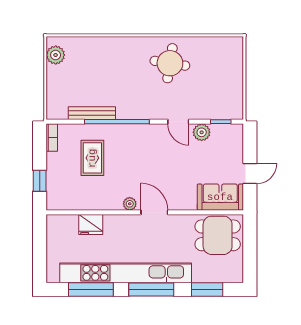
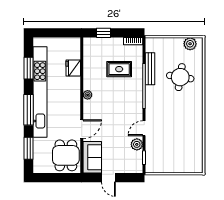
round table: (170, 63) -> (180, 77), moved
door: (154, 212) -> (82, 129), moved
window: (91, 289) -> (29, 68), width x0.69

